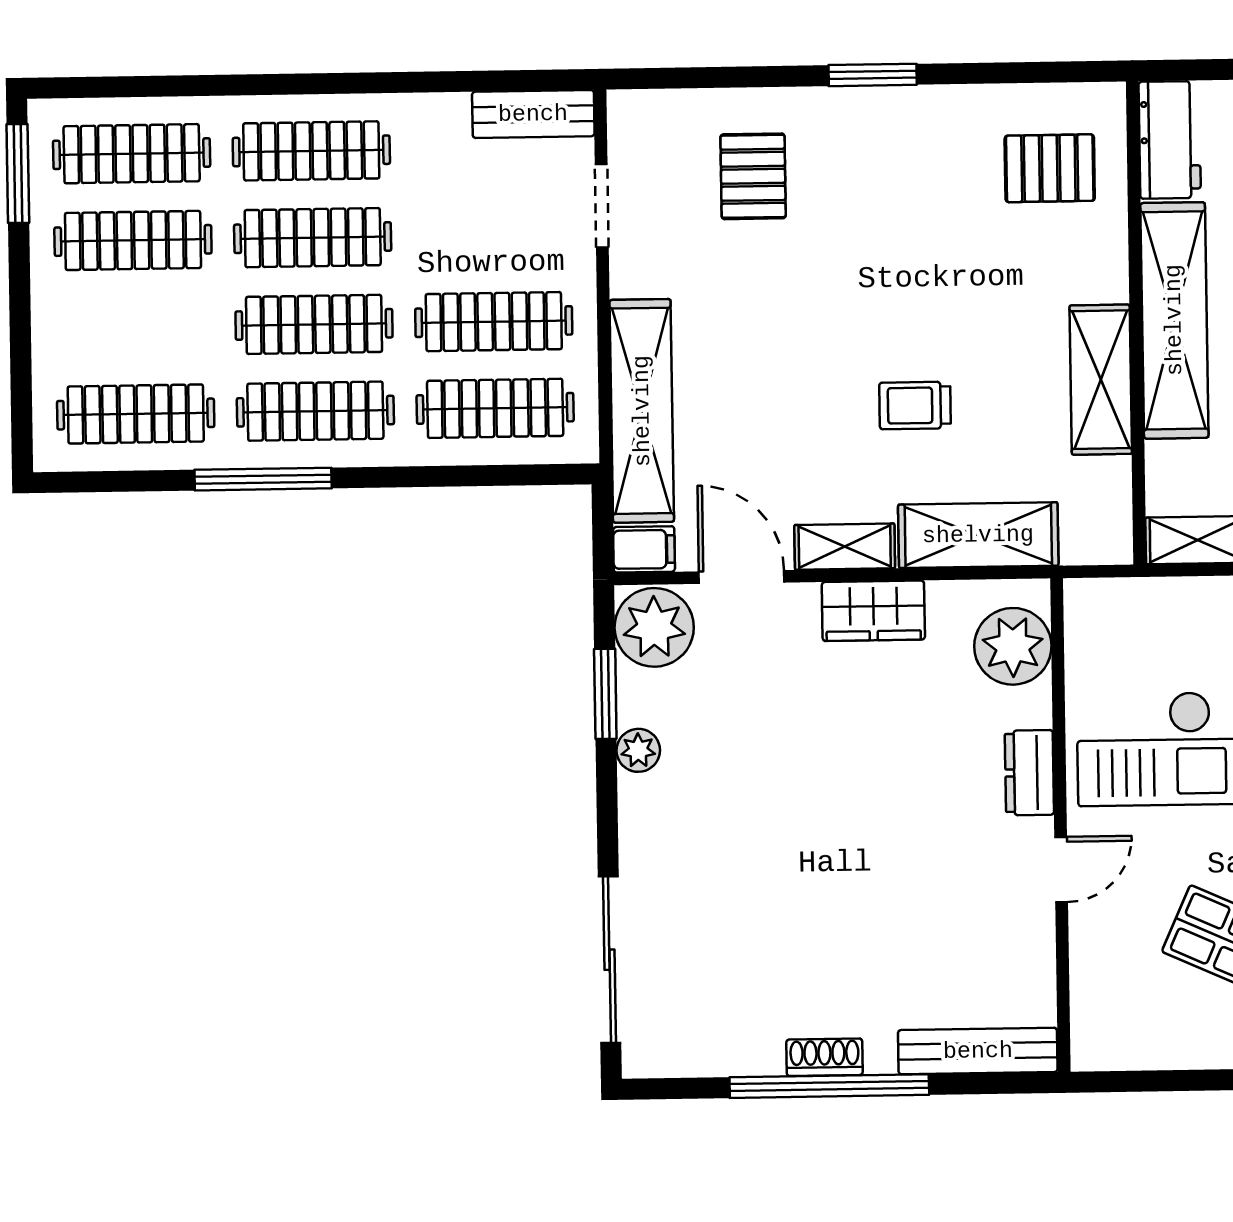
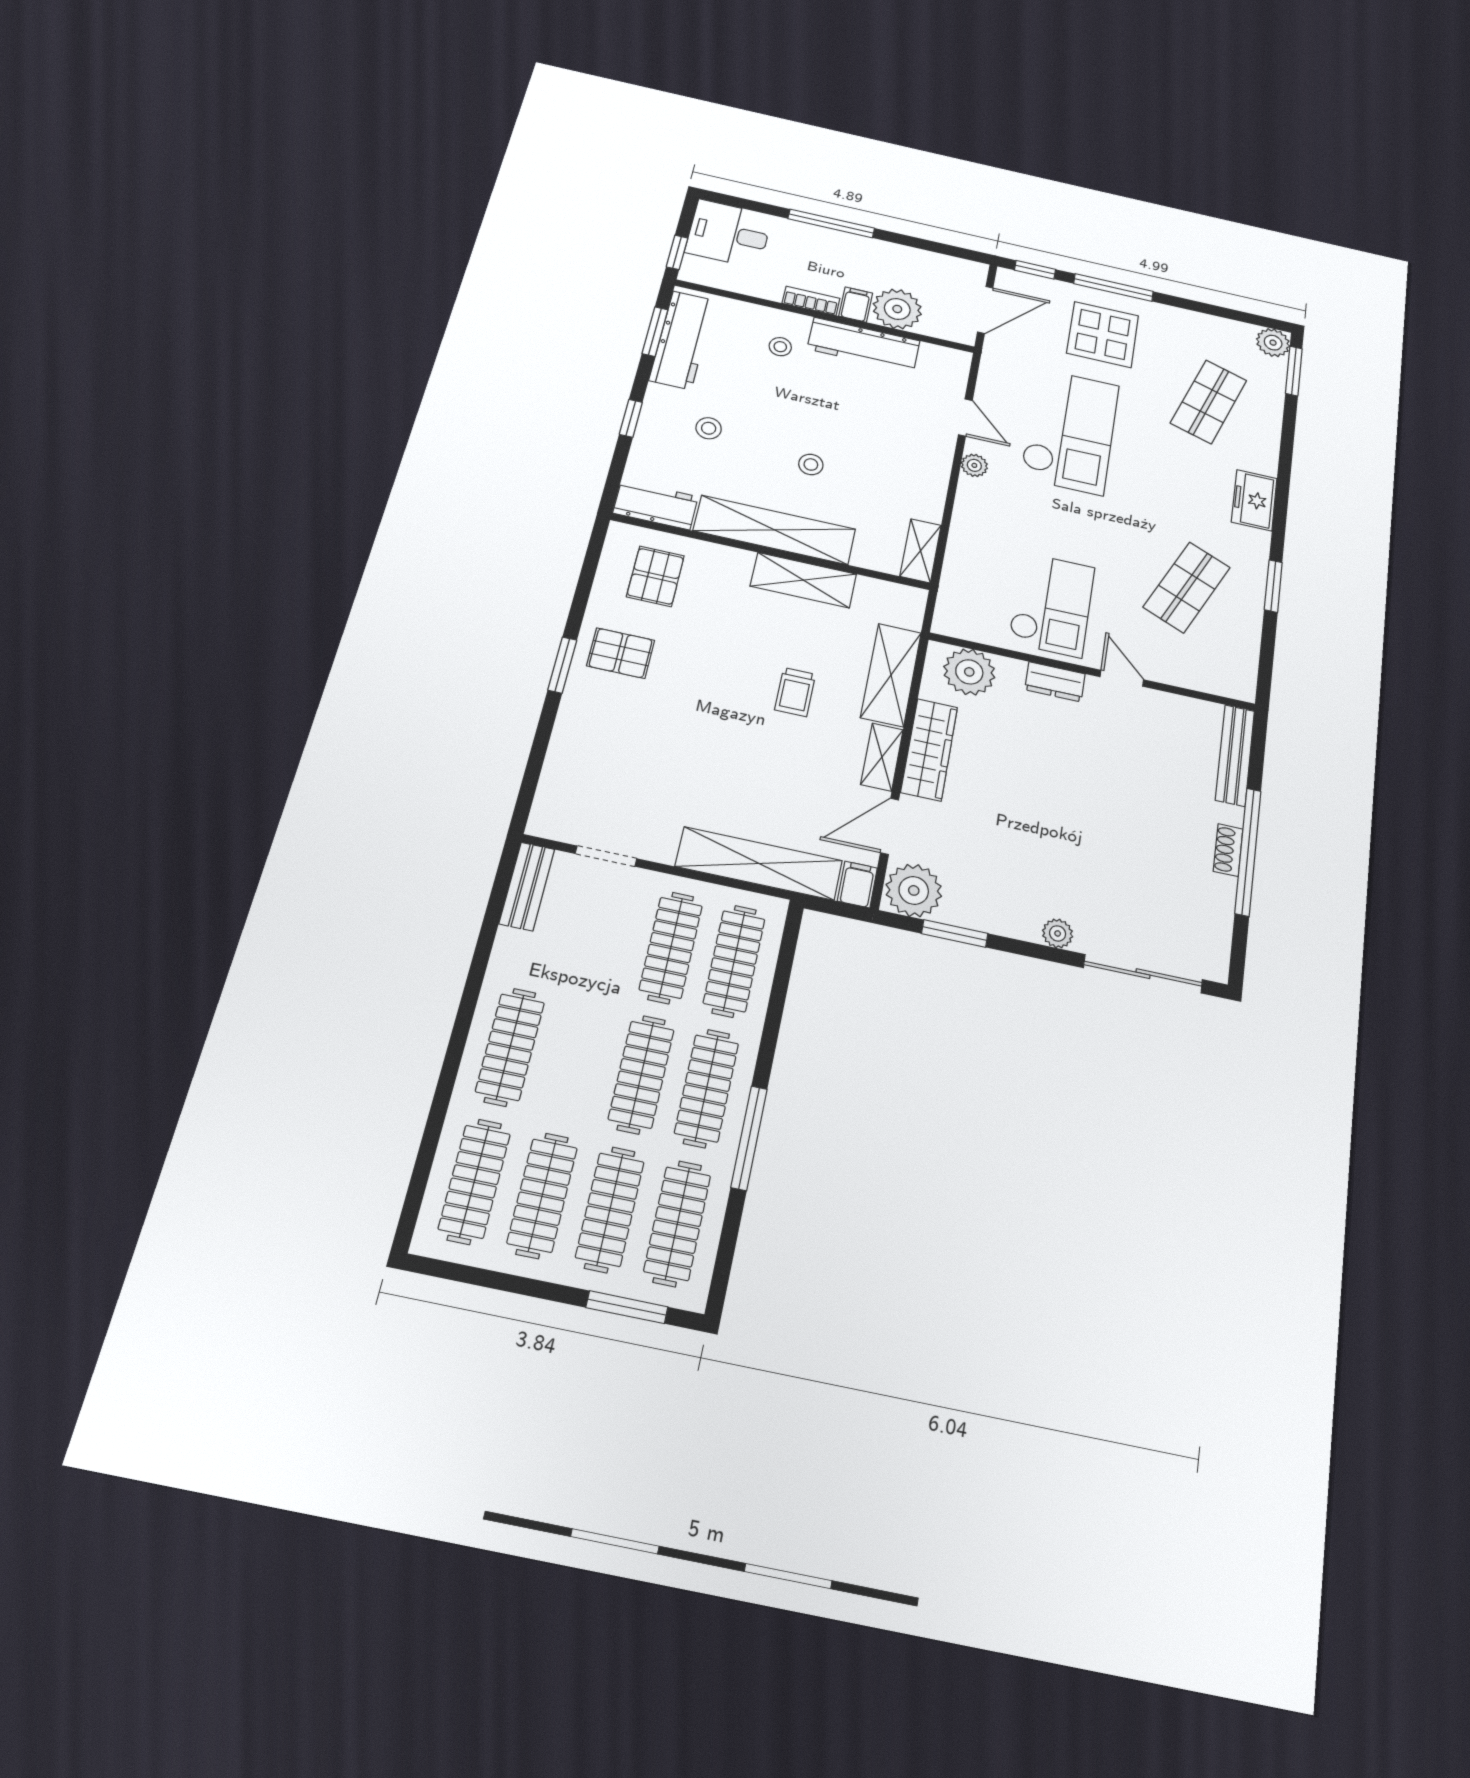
window: (18, 174) -> (627, 1307), moved
pallet: (753, 176) -> (621, 653), moved
clothes rail: (313, 238) -> (610, 1209), moved
wardrobe: (873, 611) -> (929, 750), width x1.50
plant: (638, 750) -> (1058, 933), moved

